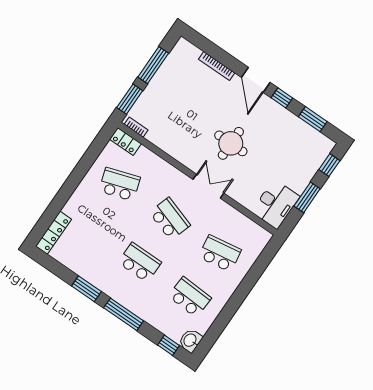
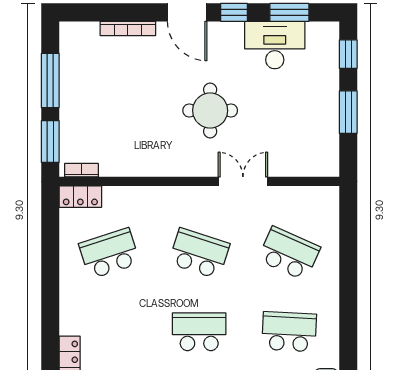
double door: (208, 186) -> (243, 181), moved
desk: (276, 204) -> (275, 45), moved, turned -90
school desk: (220, 253) -> (289, 253), turned 33

